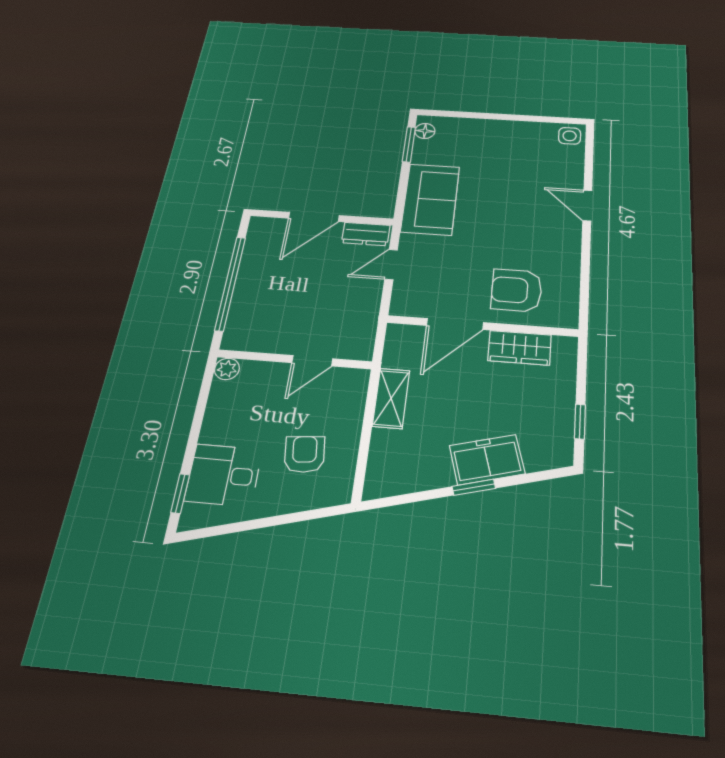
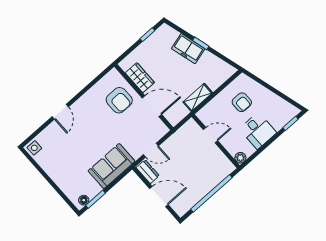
armchair: (305, 454) -> (242, 102), turned -84
desk: (223, 475) -> (258, 131), moved

